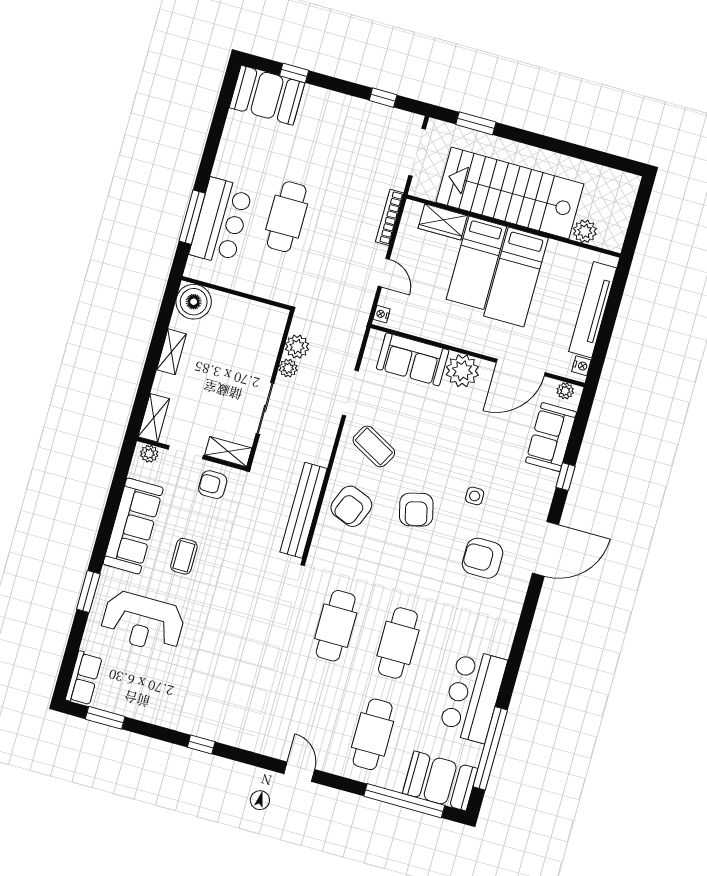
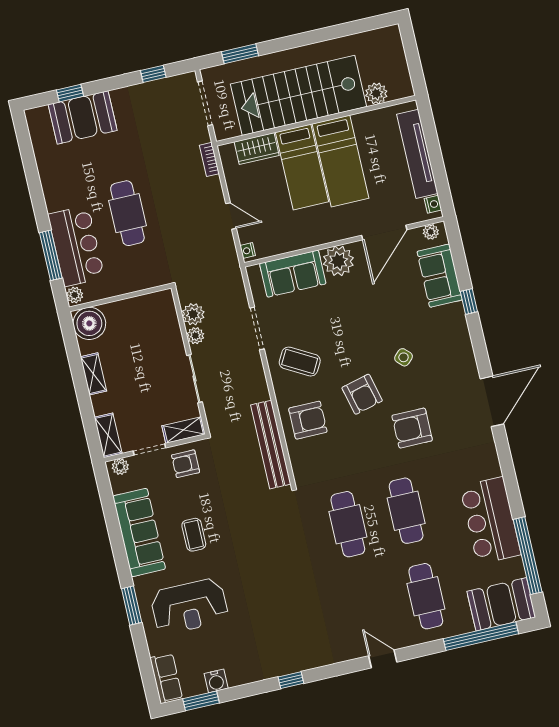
booth: (267, 95) -> (83, 117), moved
bookcase: (390, 217) -> (209, 159), width x0.64
plant: (194, 267) -> (75, 295), added
side table: (475, 496) -> (404, 357), turned 45
armchair: (351, 506) -> (308, 420), turned -112
door: (546, 549) -> (492, 401), moved
armchair: (483, 558) -> (412, 428), moved
water cooler: (130, 707) -> (216, 681), added

